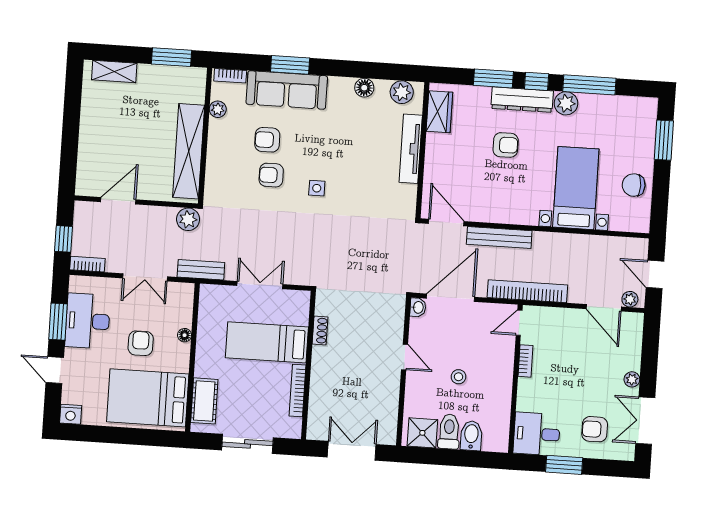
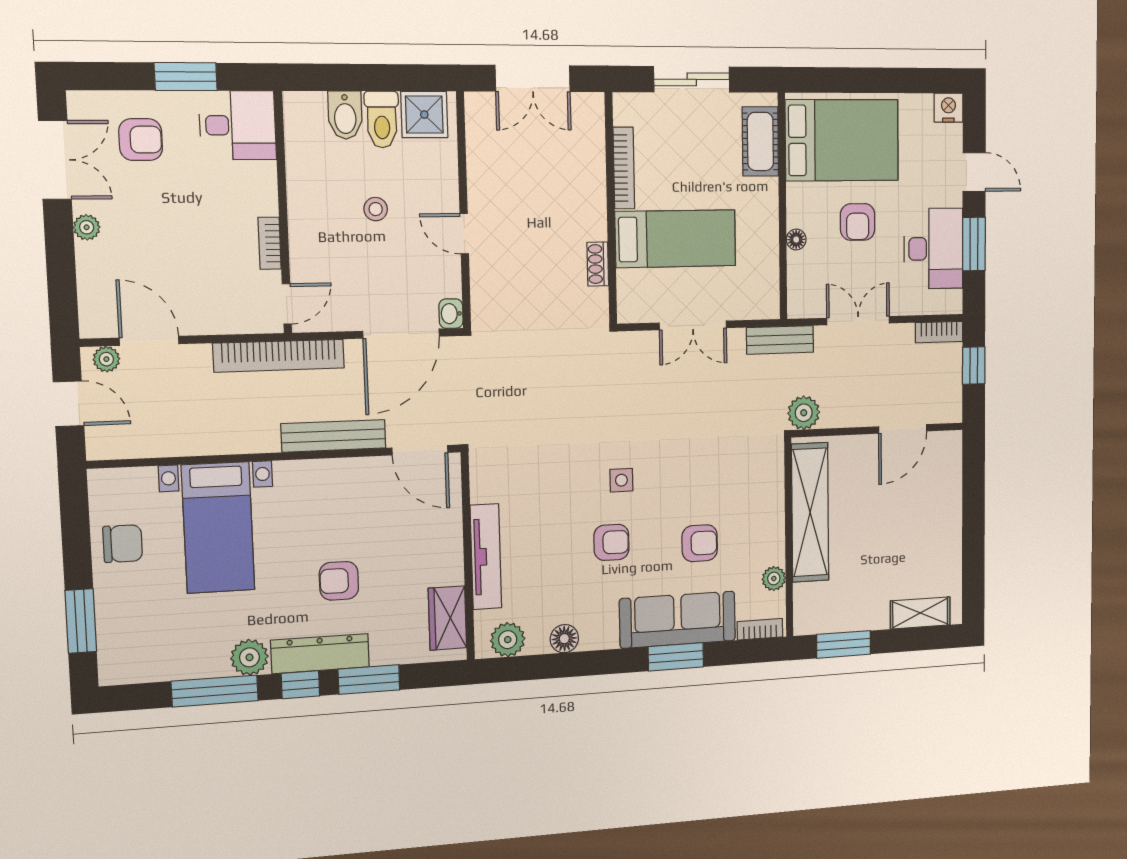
armchair: (271, 175) -> (611, 542), moved

